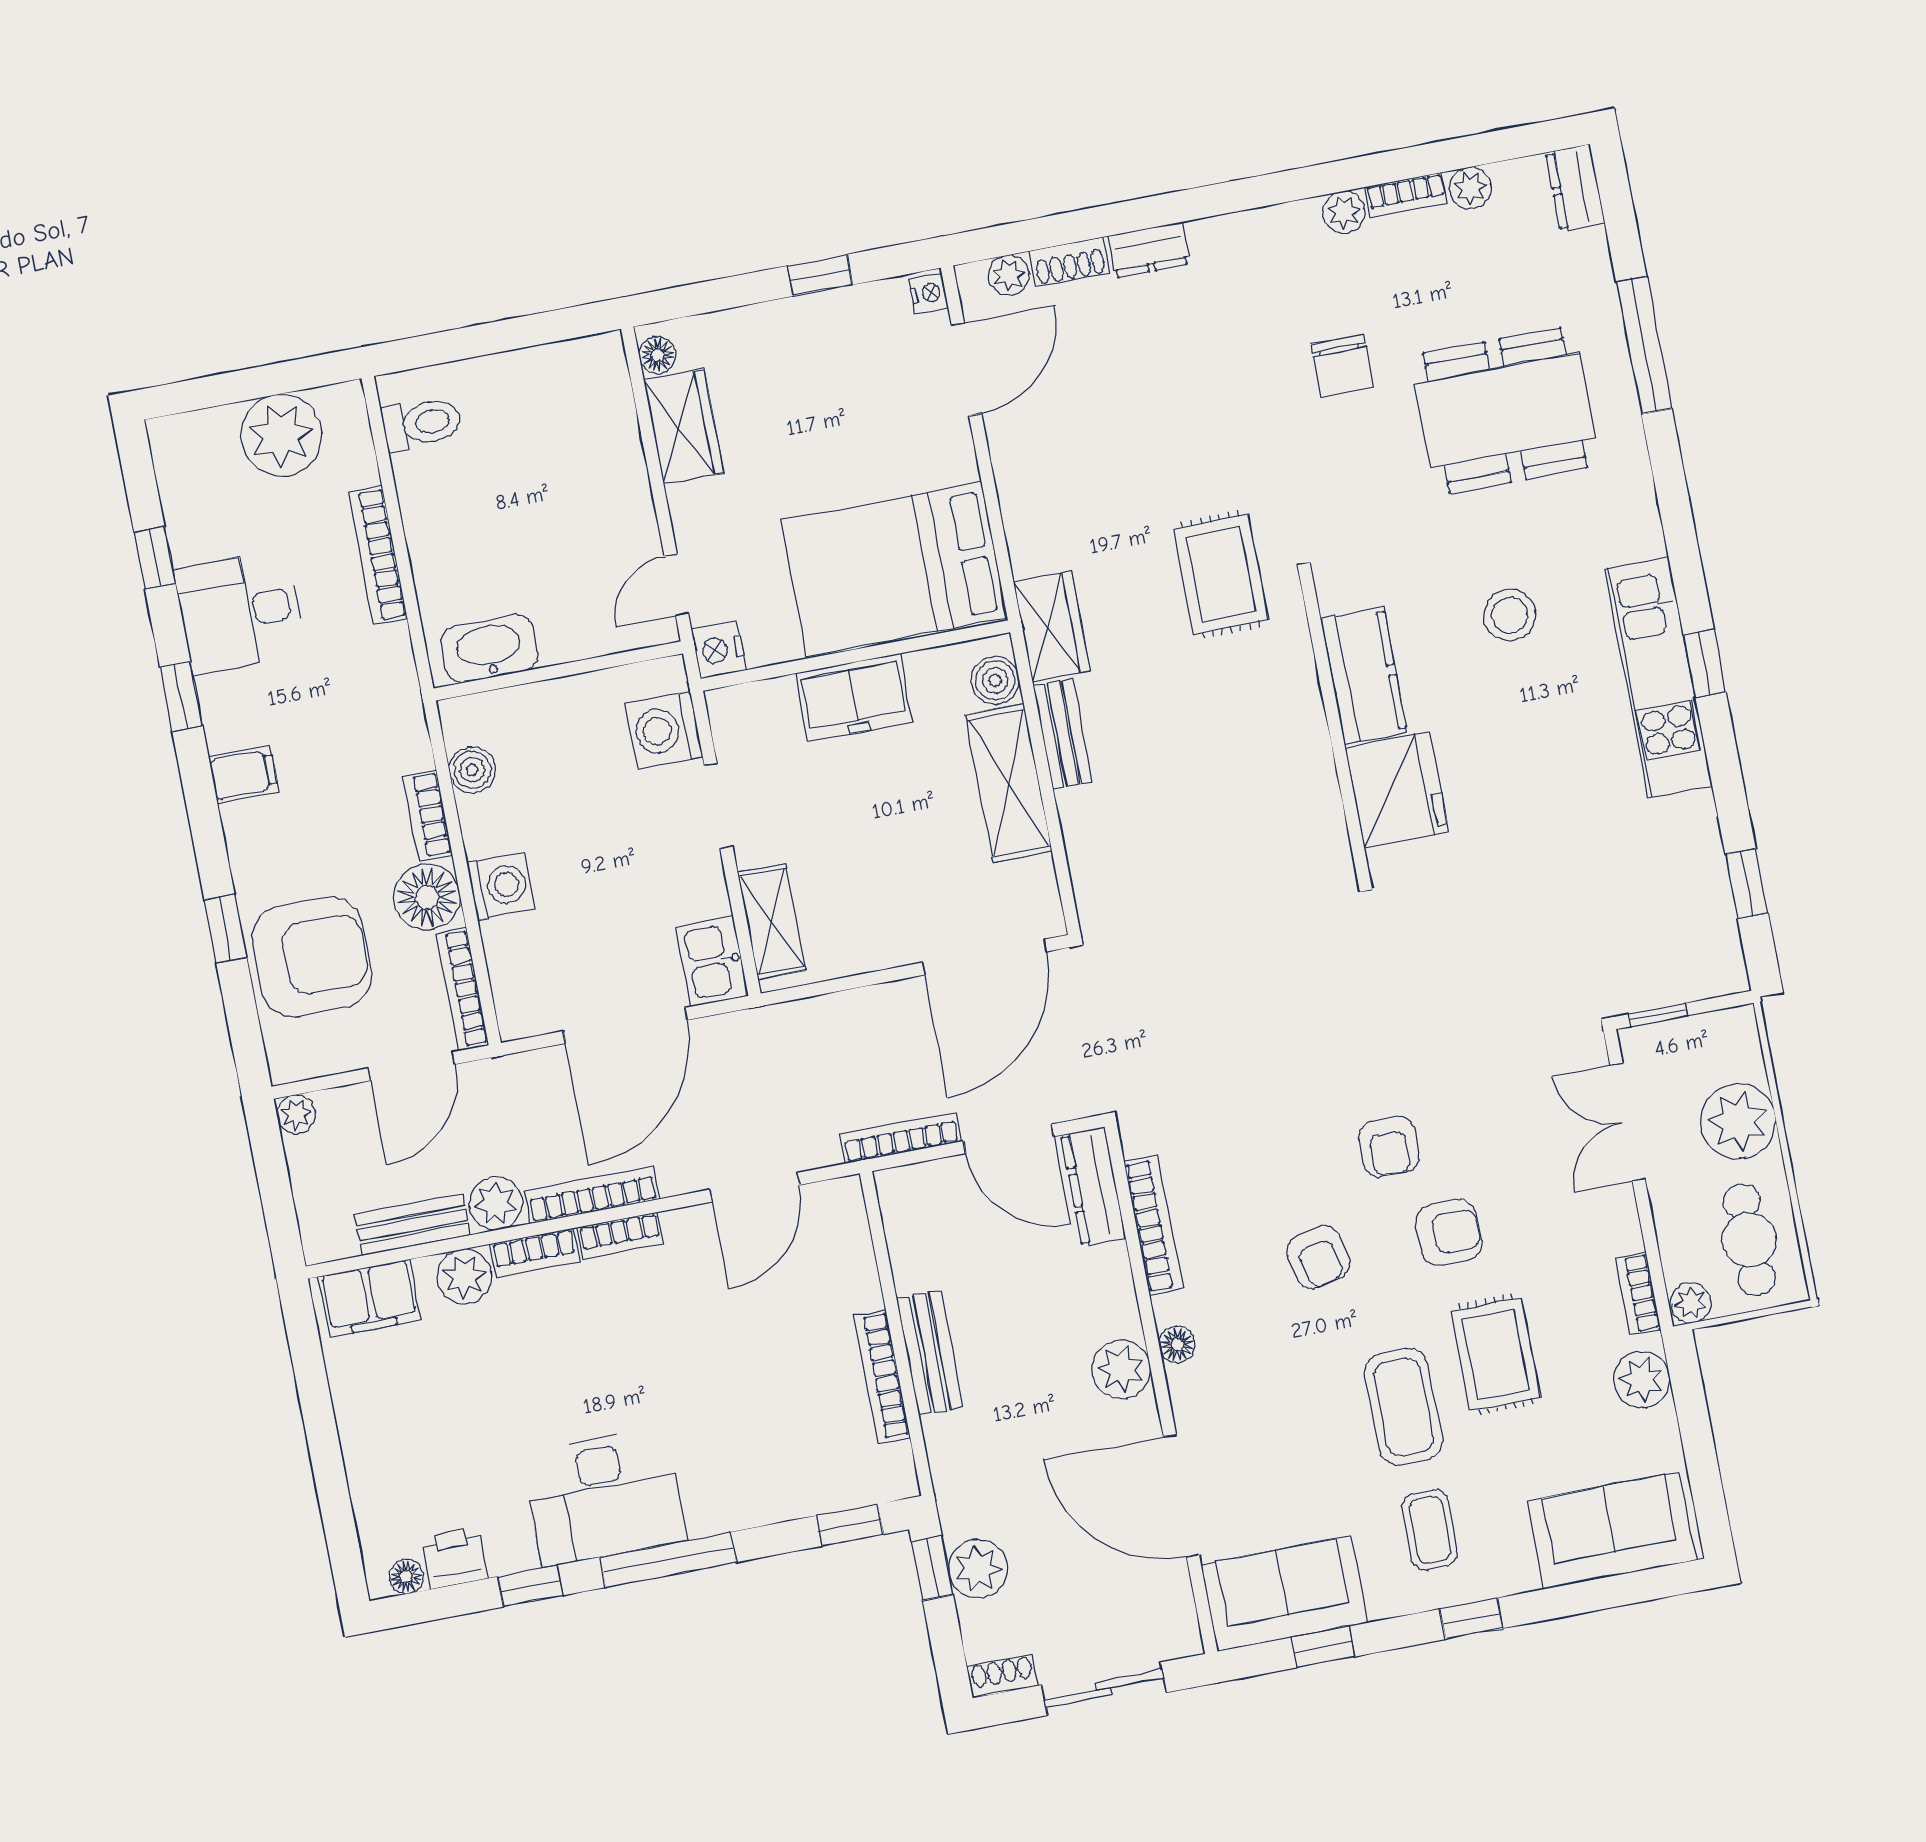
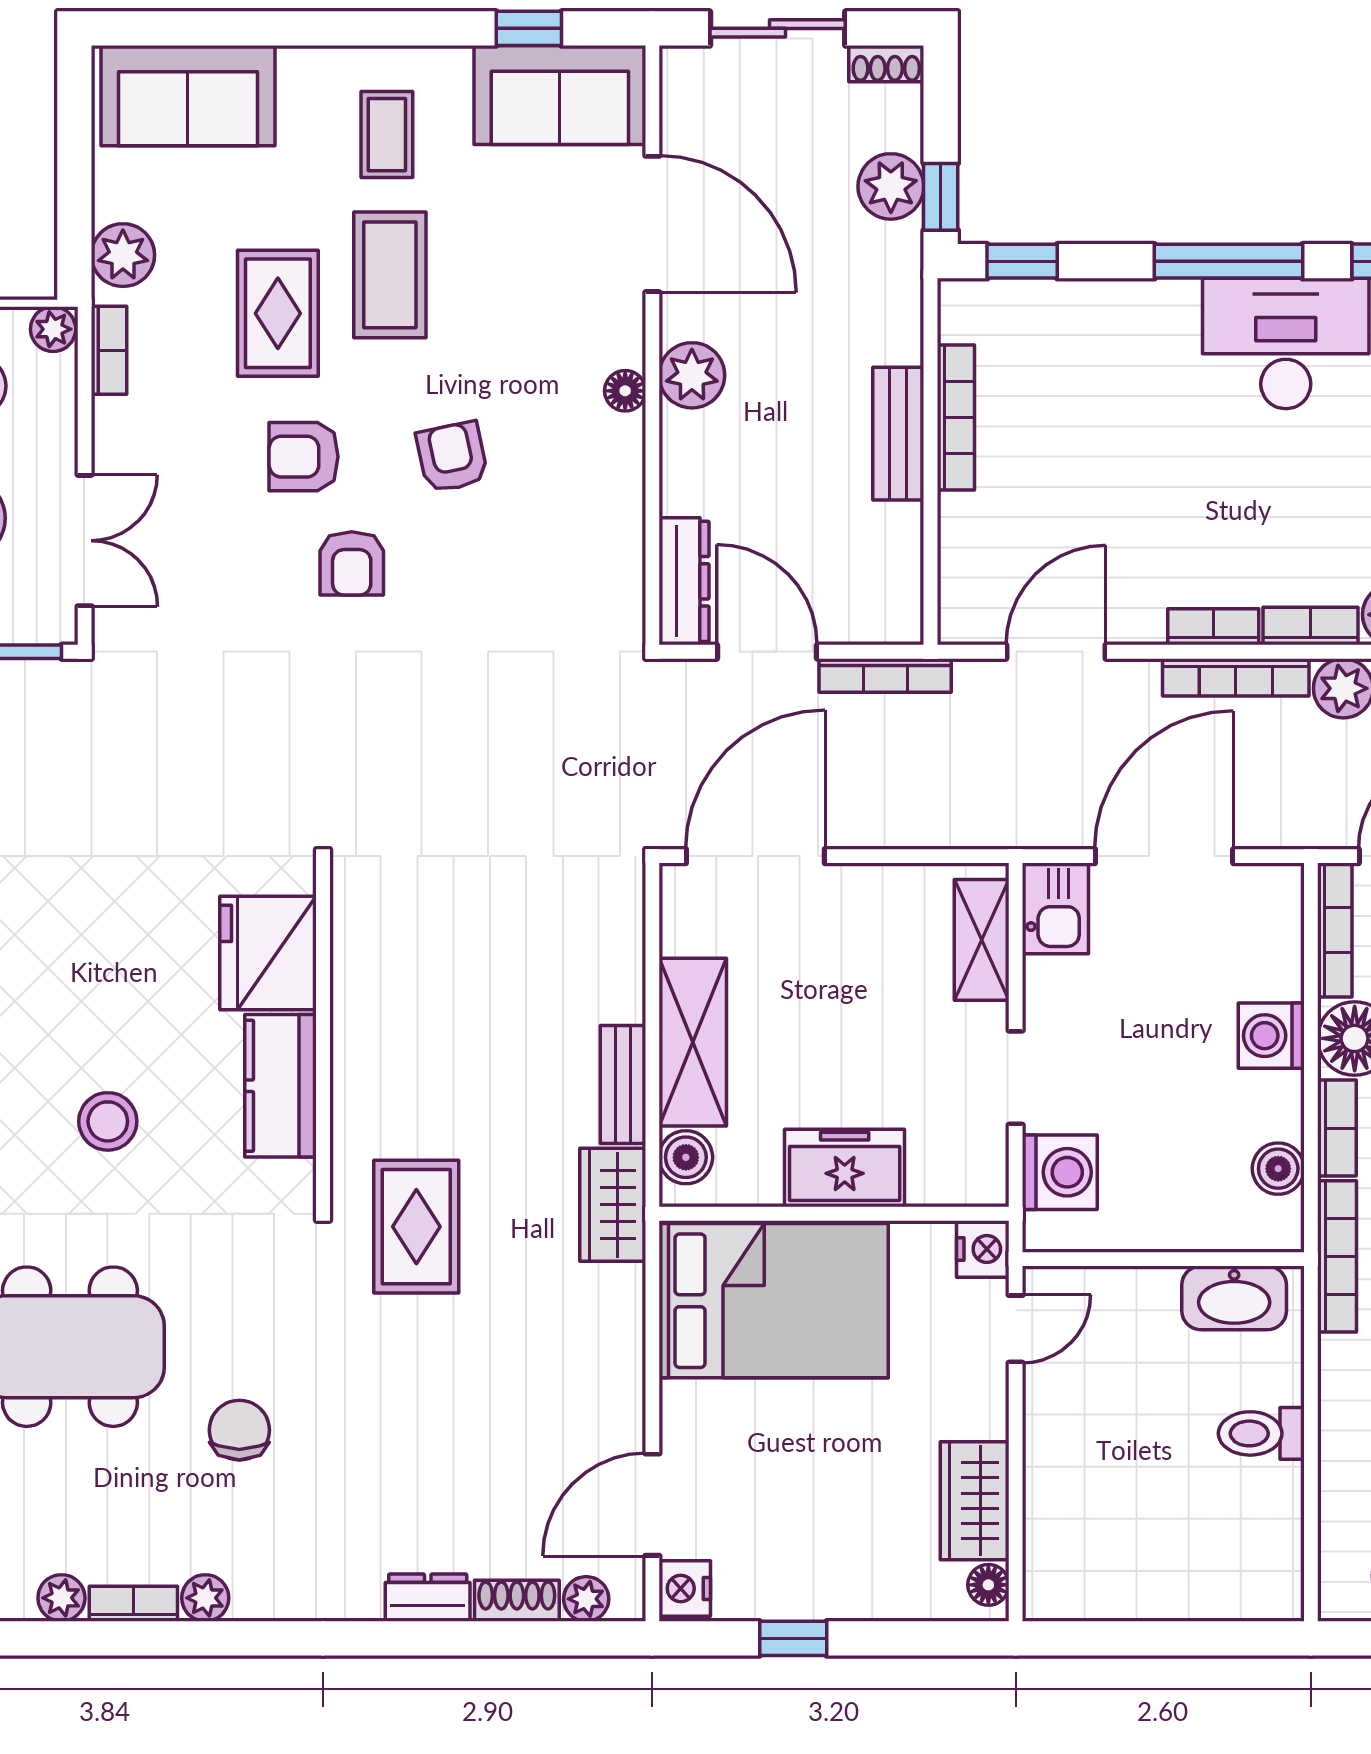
nightstand: (928, 293) -> (685, 1588), width x1.39, depth x1.35
toilet: (422, 423) -> (1261, 1433), moved
bookcase: (378, 555) -> (1337, 1256), moved
armchair: (1389, 1147) -> (352, 563), turned 180
bookcase: (1154, 1225) -> (626, 527), removed
window: (1472, 1619) -> (360, 28), removed

